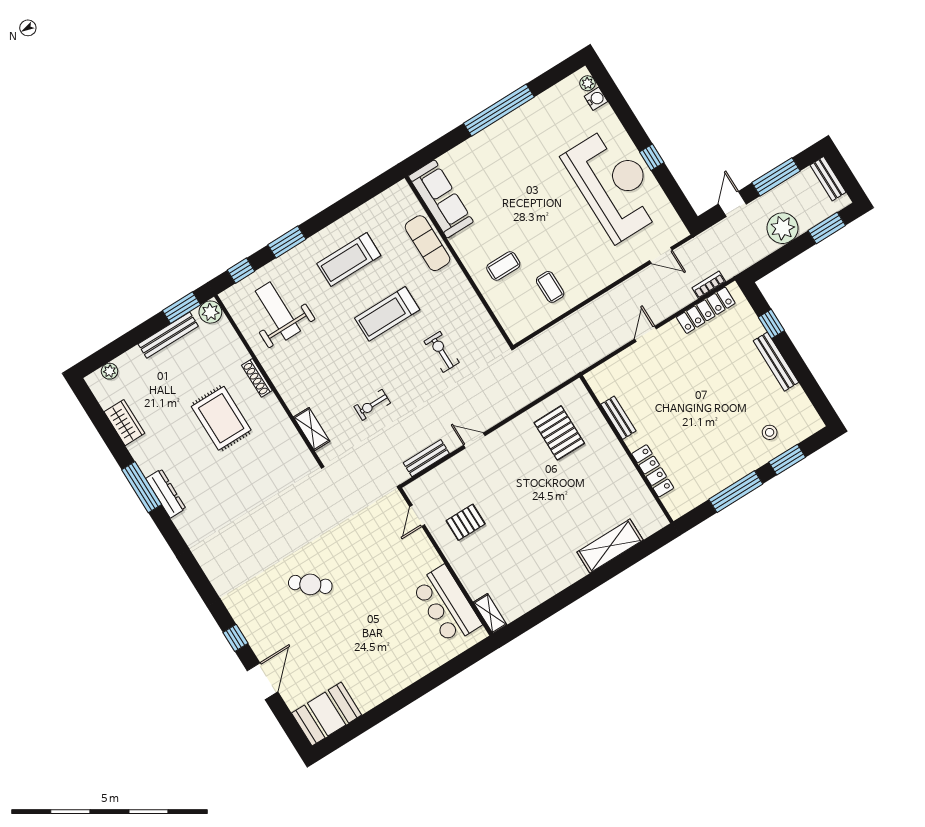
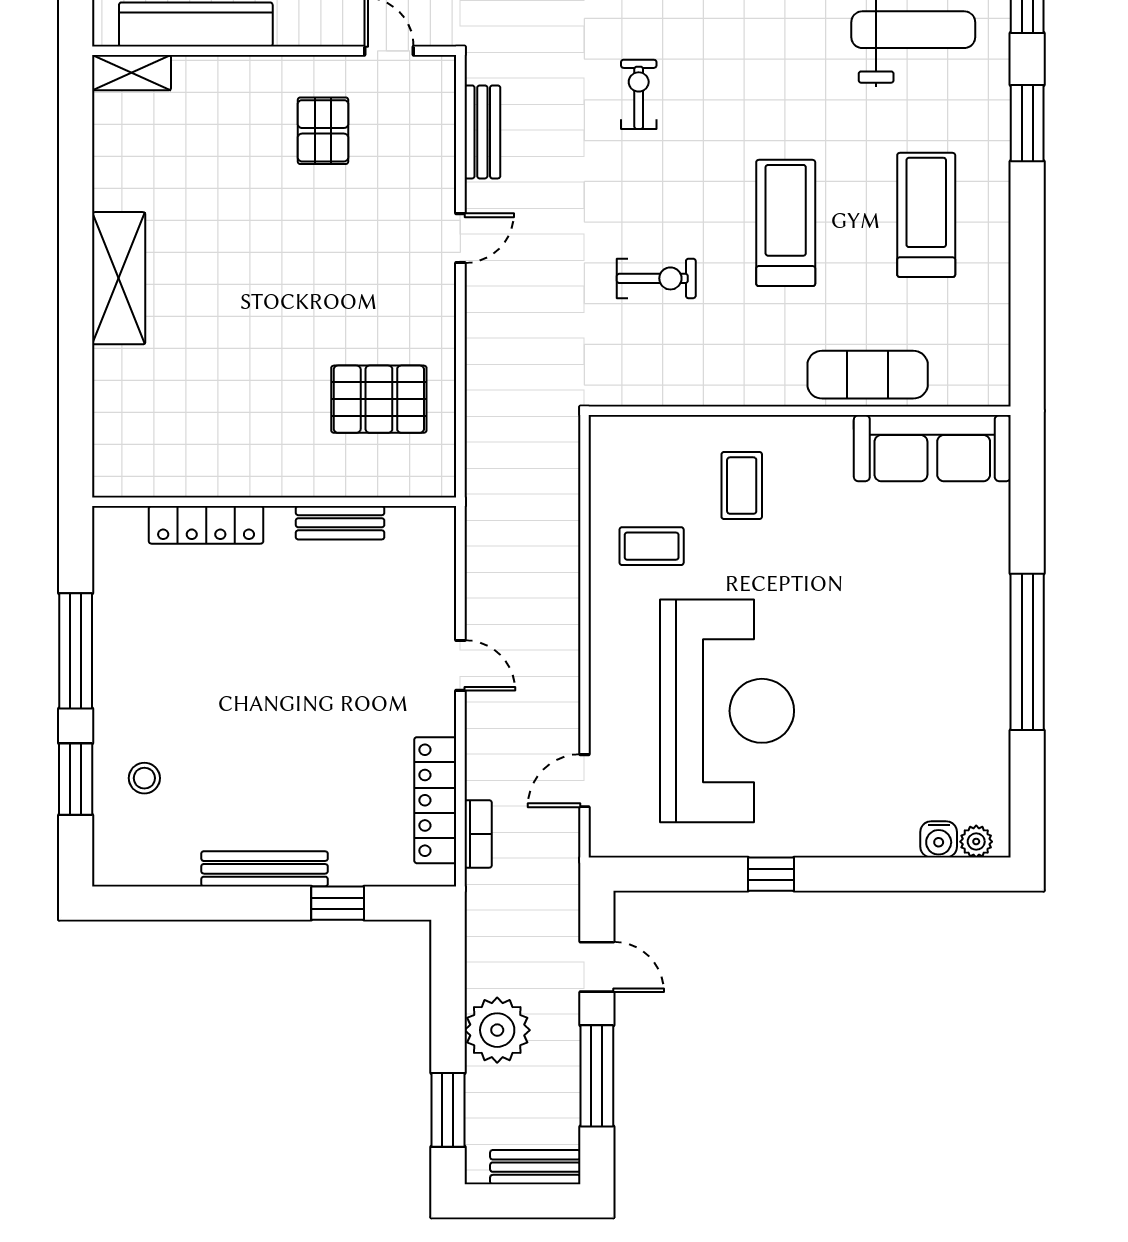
reception desk: (614, 184) -> (727, 711), moved, turned -90
shelving: (610, 546) -> (119, 278), moved

